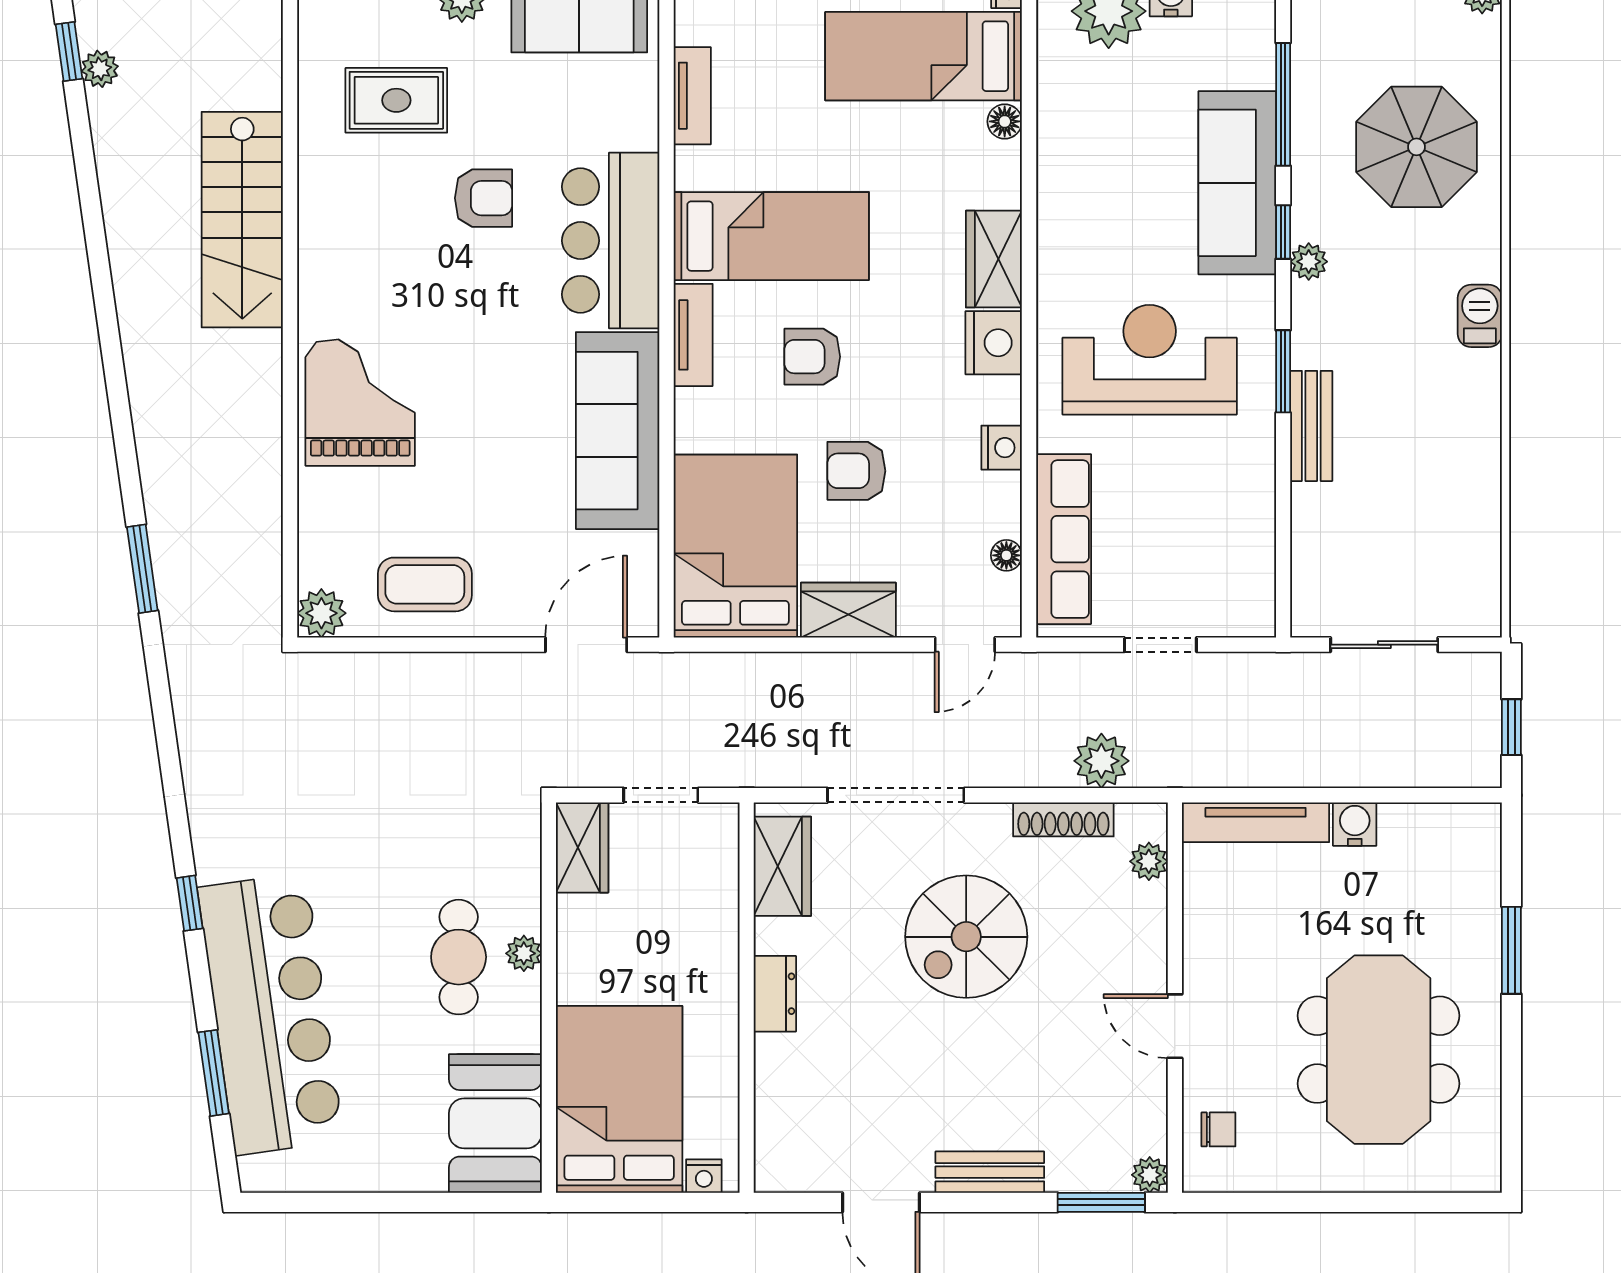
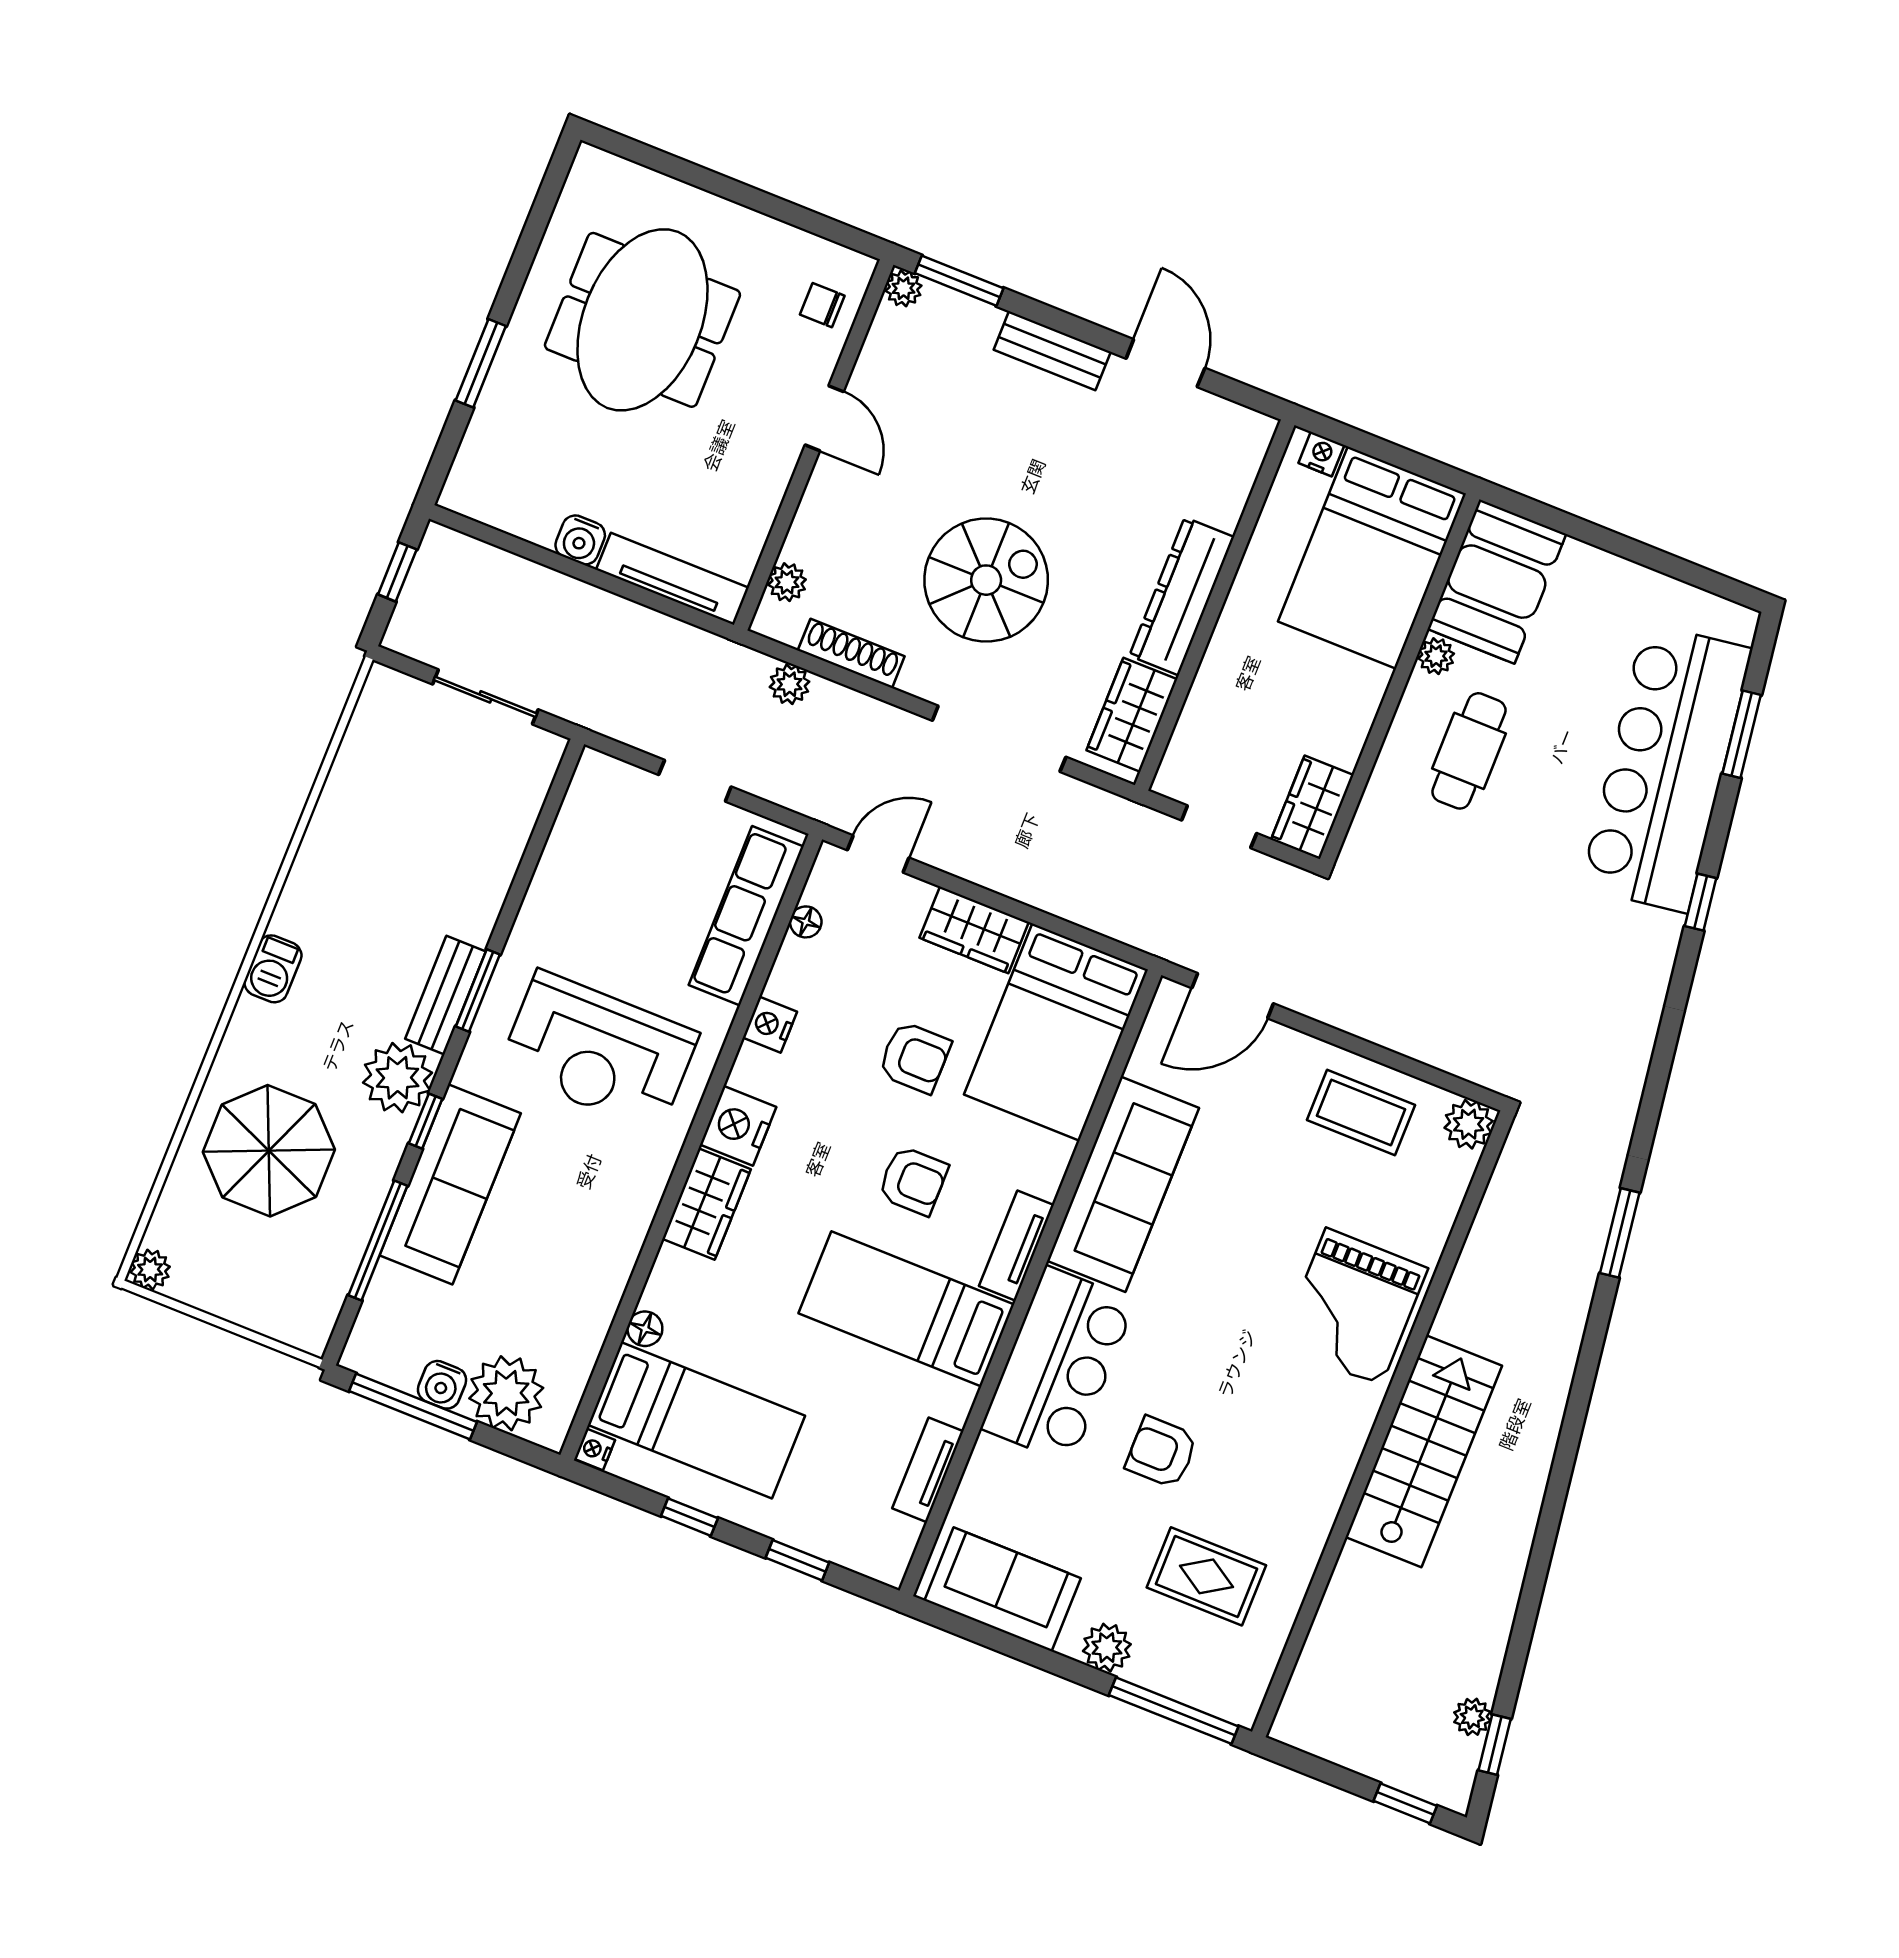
stairs: (242, 220) -> (1424, 1451), moved
plant: (1309, 262) -> (397, 1078), width x1.88, depth x1.88
bench: (1311, 426) -> (445, 995), moved
plant: (1101, 761) -> (790, 684), width x0.73, depth x0.73
plant: (524, 953) -> (1436, 656), moved
dresser: (775, 994) -> (1182, 596), width x1.96, depth x1.24

